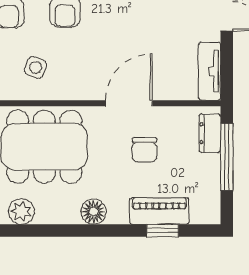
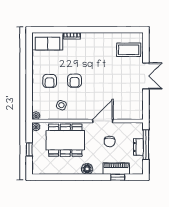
tv unit: (210, 71) -> (138, 107), removed
dresser: (210, 133) -> (138, 147), moved
plant: (21, 211) -> (55, 169), removed

